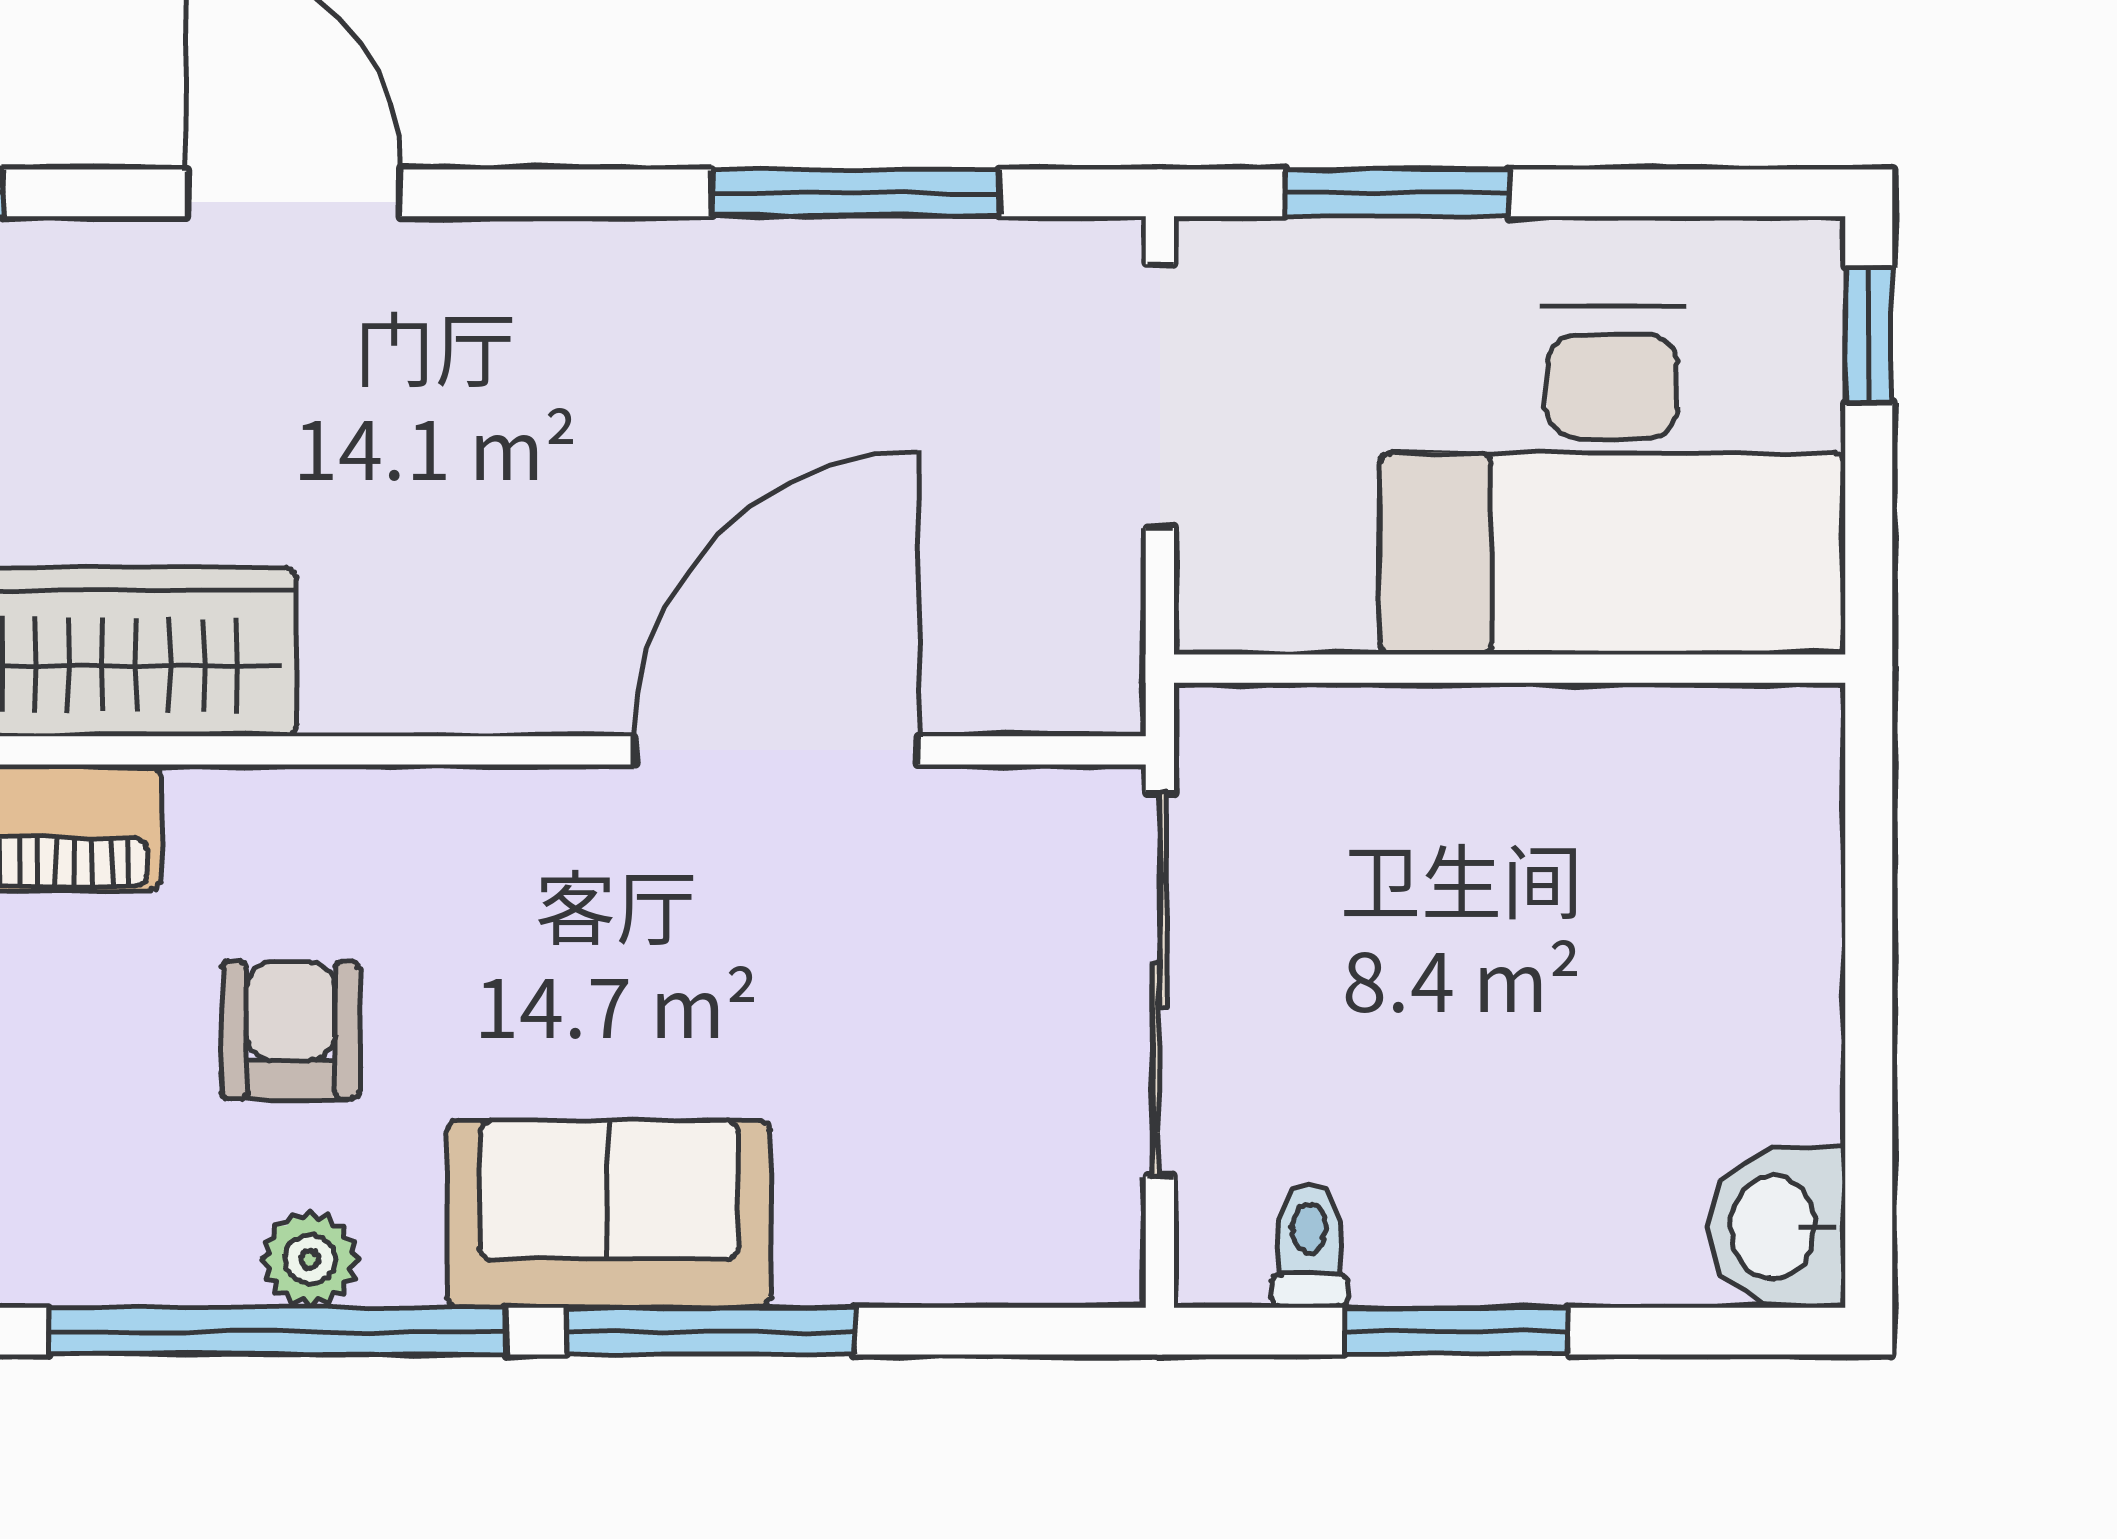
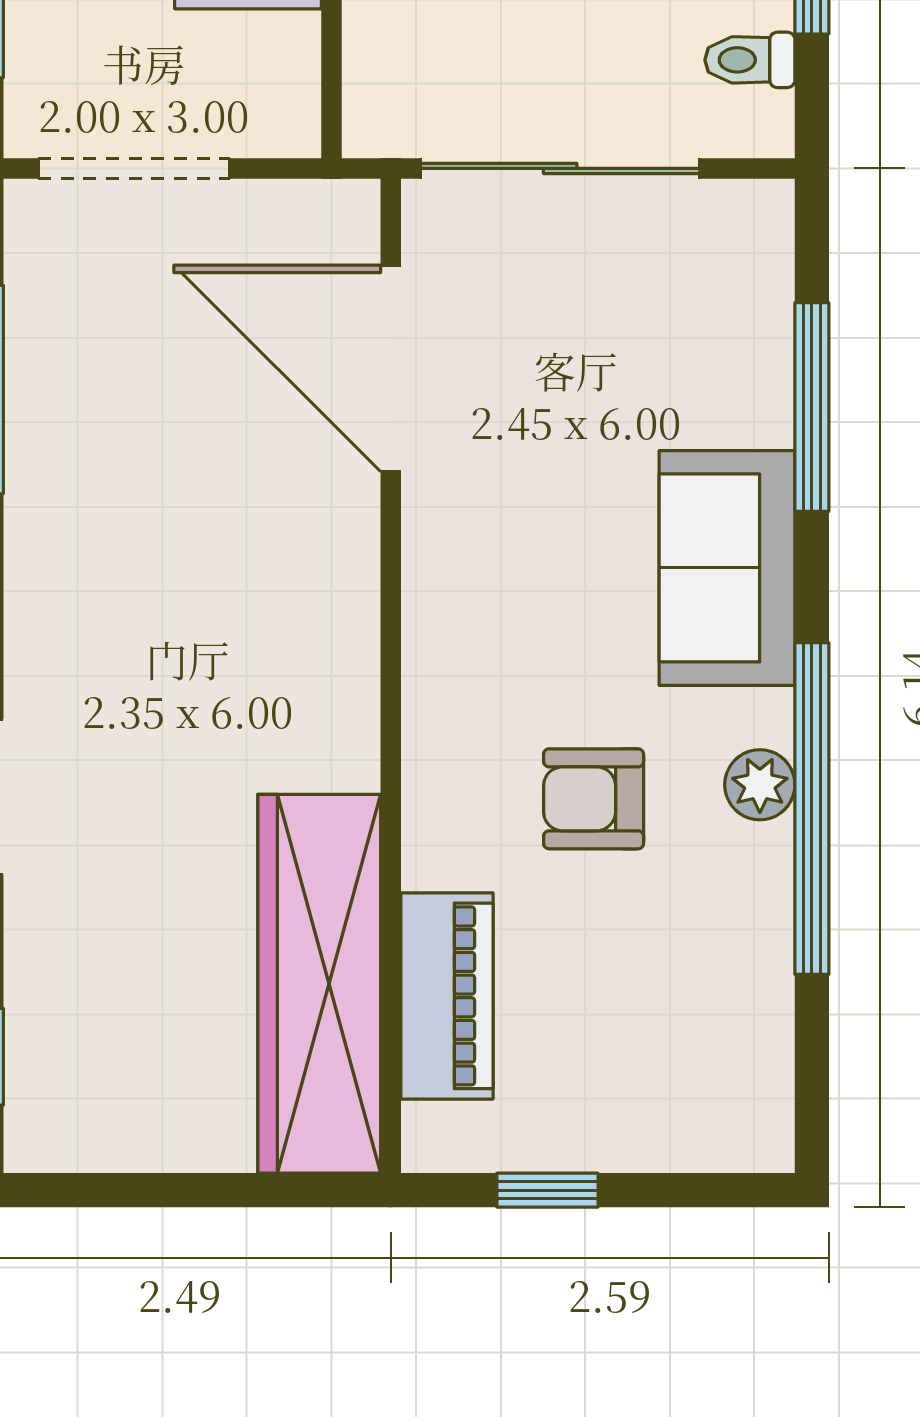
door: (776, 750) -> (391, 368), moved
window: (710, 1331) -> (812, 407), moved

